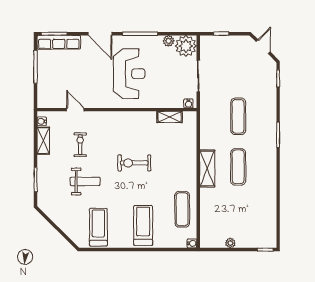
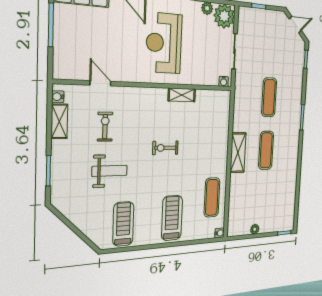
door: (263, 47) -> (295, 25), hinge flipped
reception desk: (129, 74) -> (164, 43), turned 180
shelving: (169, 117) -> (182, 95), moved
exercise bike: (134, 163) -> (165, 148), width x0.73, depth x0.72

